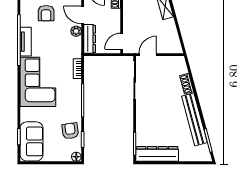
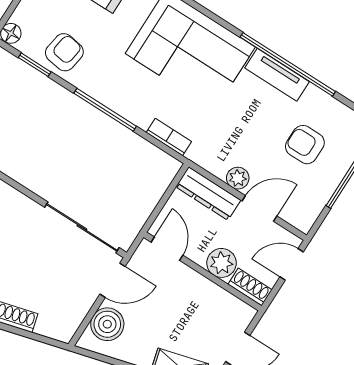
plant: (114, 16) -> (222, 263), added
boiler: (166, 46) -> (107, 324), added
door: (148, 55) -> (113, 280), hinge flipped
armchair: (70, 131) -> (64, 52), turned -73

